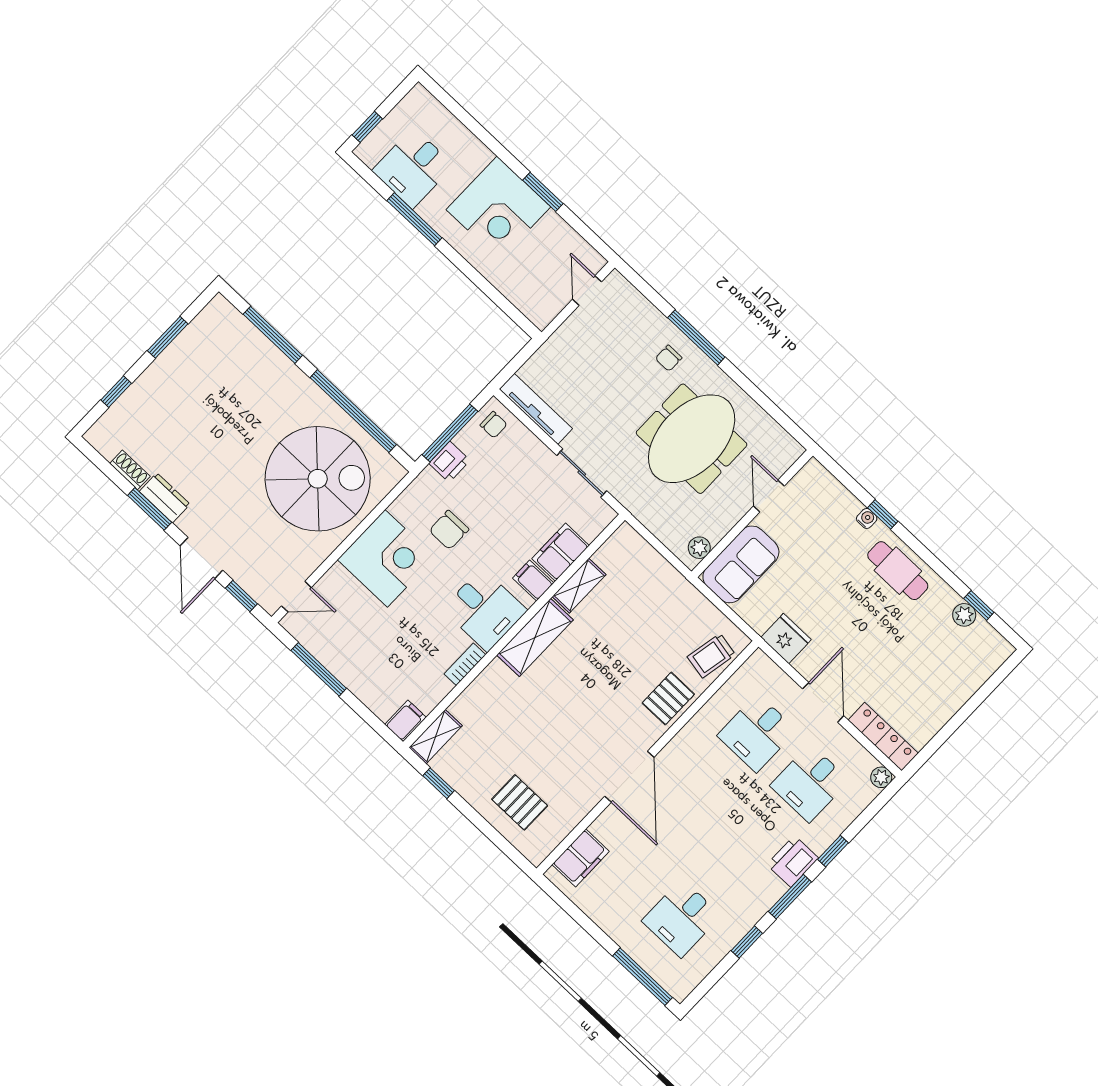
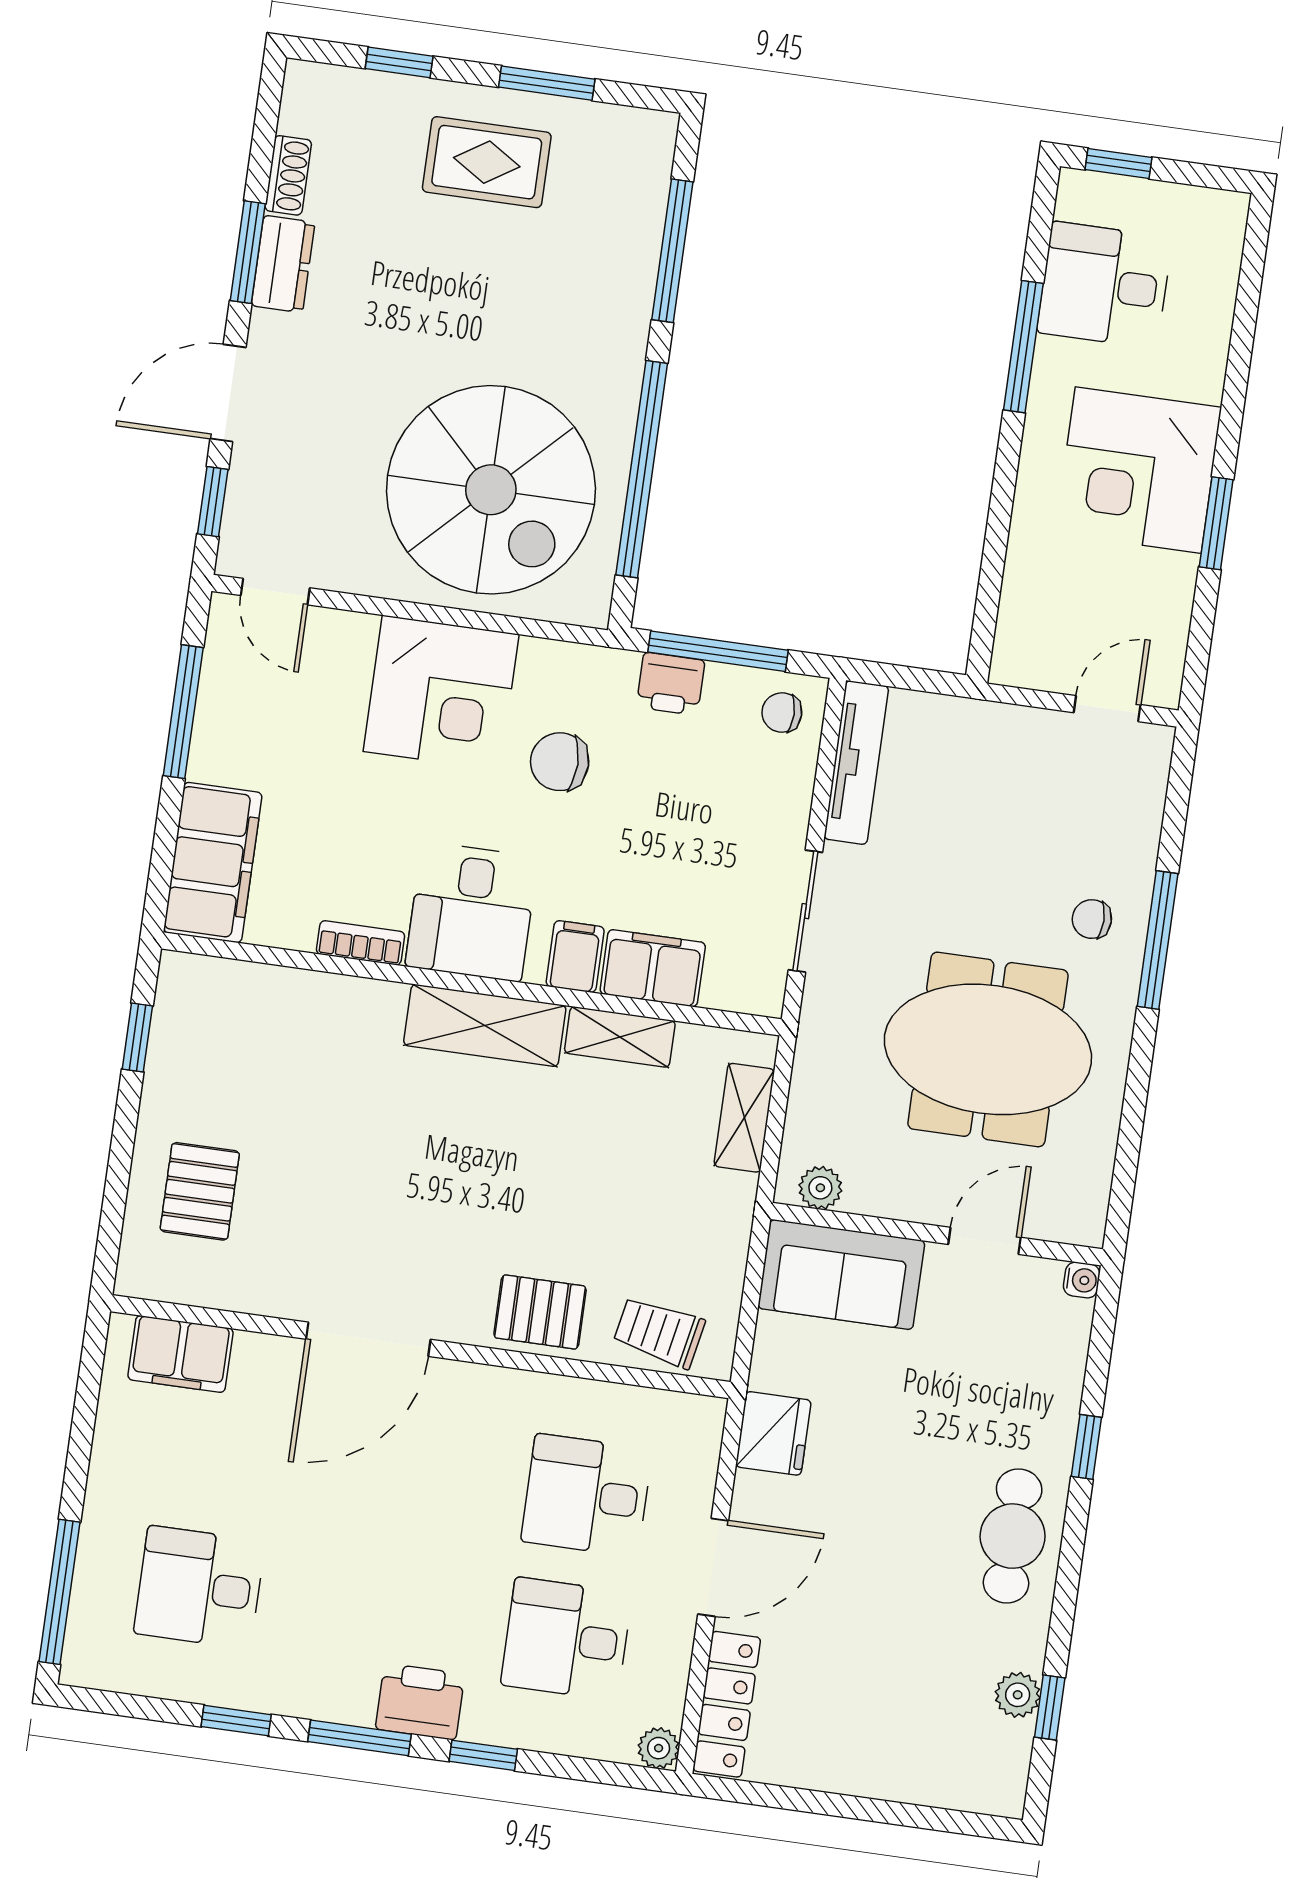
rug: (182, 385) -> (487, 162), added
chair: (494, 425) -> (782, 713), turned 90
water cooler: (867, 518) -> (1082, 1280), moved
filing cabinet: (405, 721) -> (213, 862), width x3.00, depth x1.17
shelving: (436, 737) -> (744, 1118), moved, turned 90

